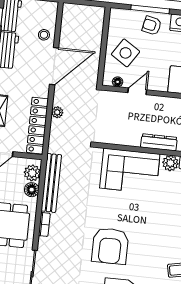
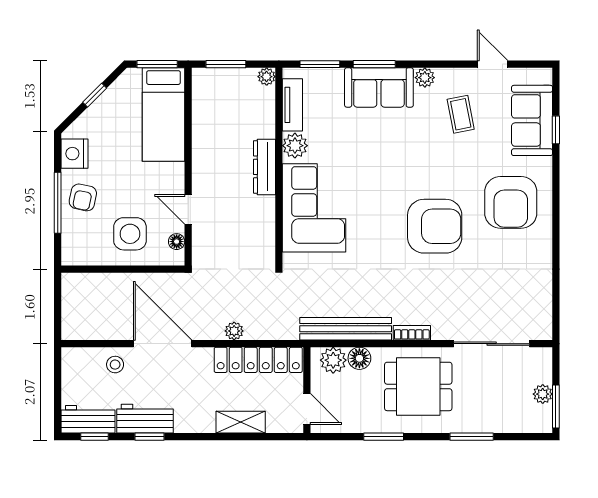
side table: (126, 53) -> (130, 234), turned -33

